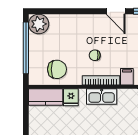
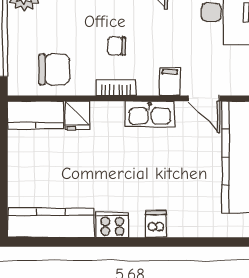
bookcase: (101, 80) -> (116, 88), width x0.64
kitchen sink: (102, 96) -> (150, 114), moved

